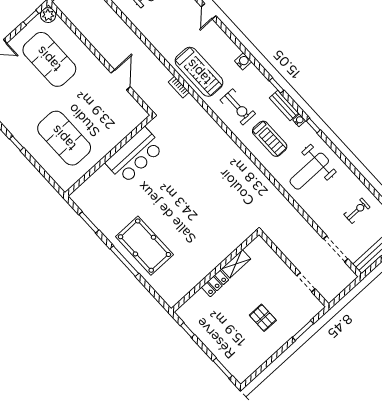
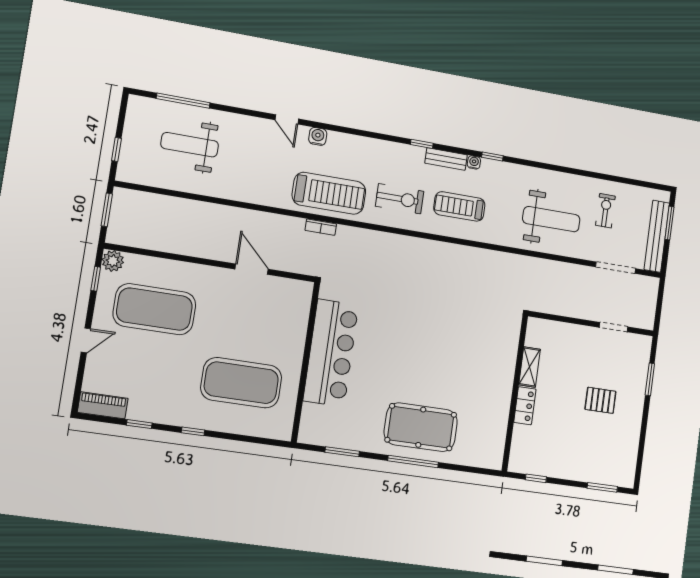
water cooler: (243, 61) -> (318, 136), moved
treadmill: (270, 139) -> (459, 206), turned 180
bar counter: (135, 155) -> (331, 353), width x1.36
weight bench: (309, 171) -> (551, 219), moved, turned -90

